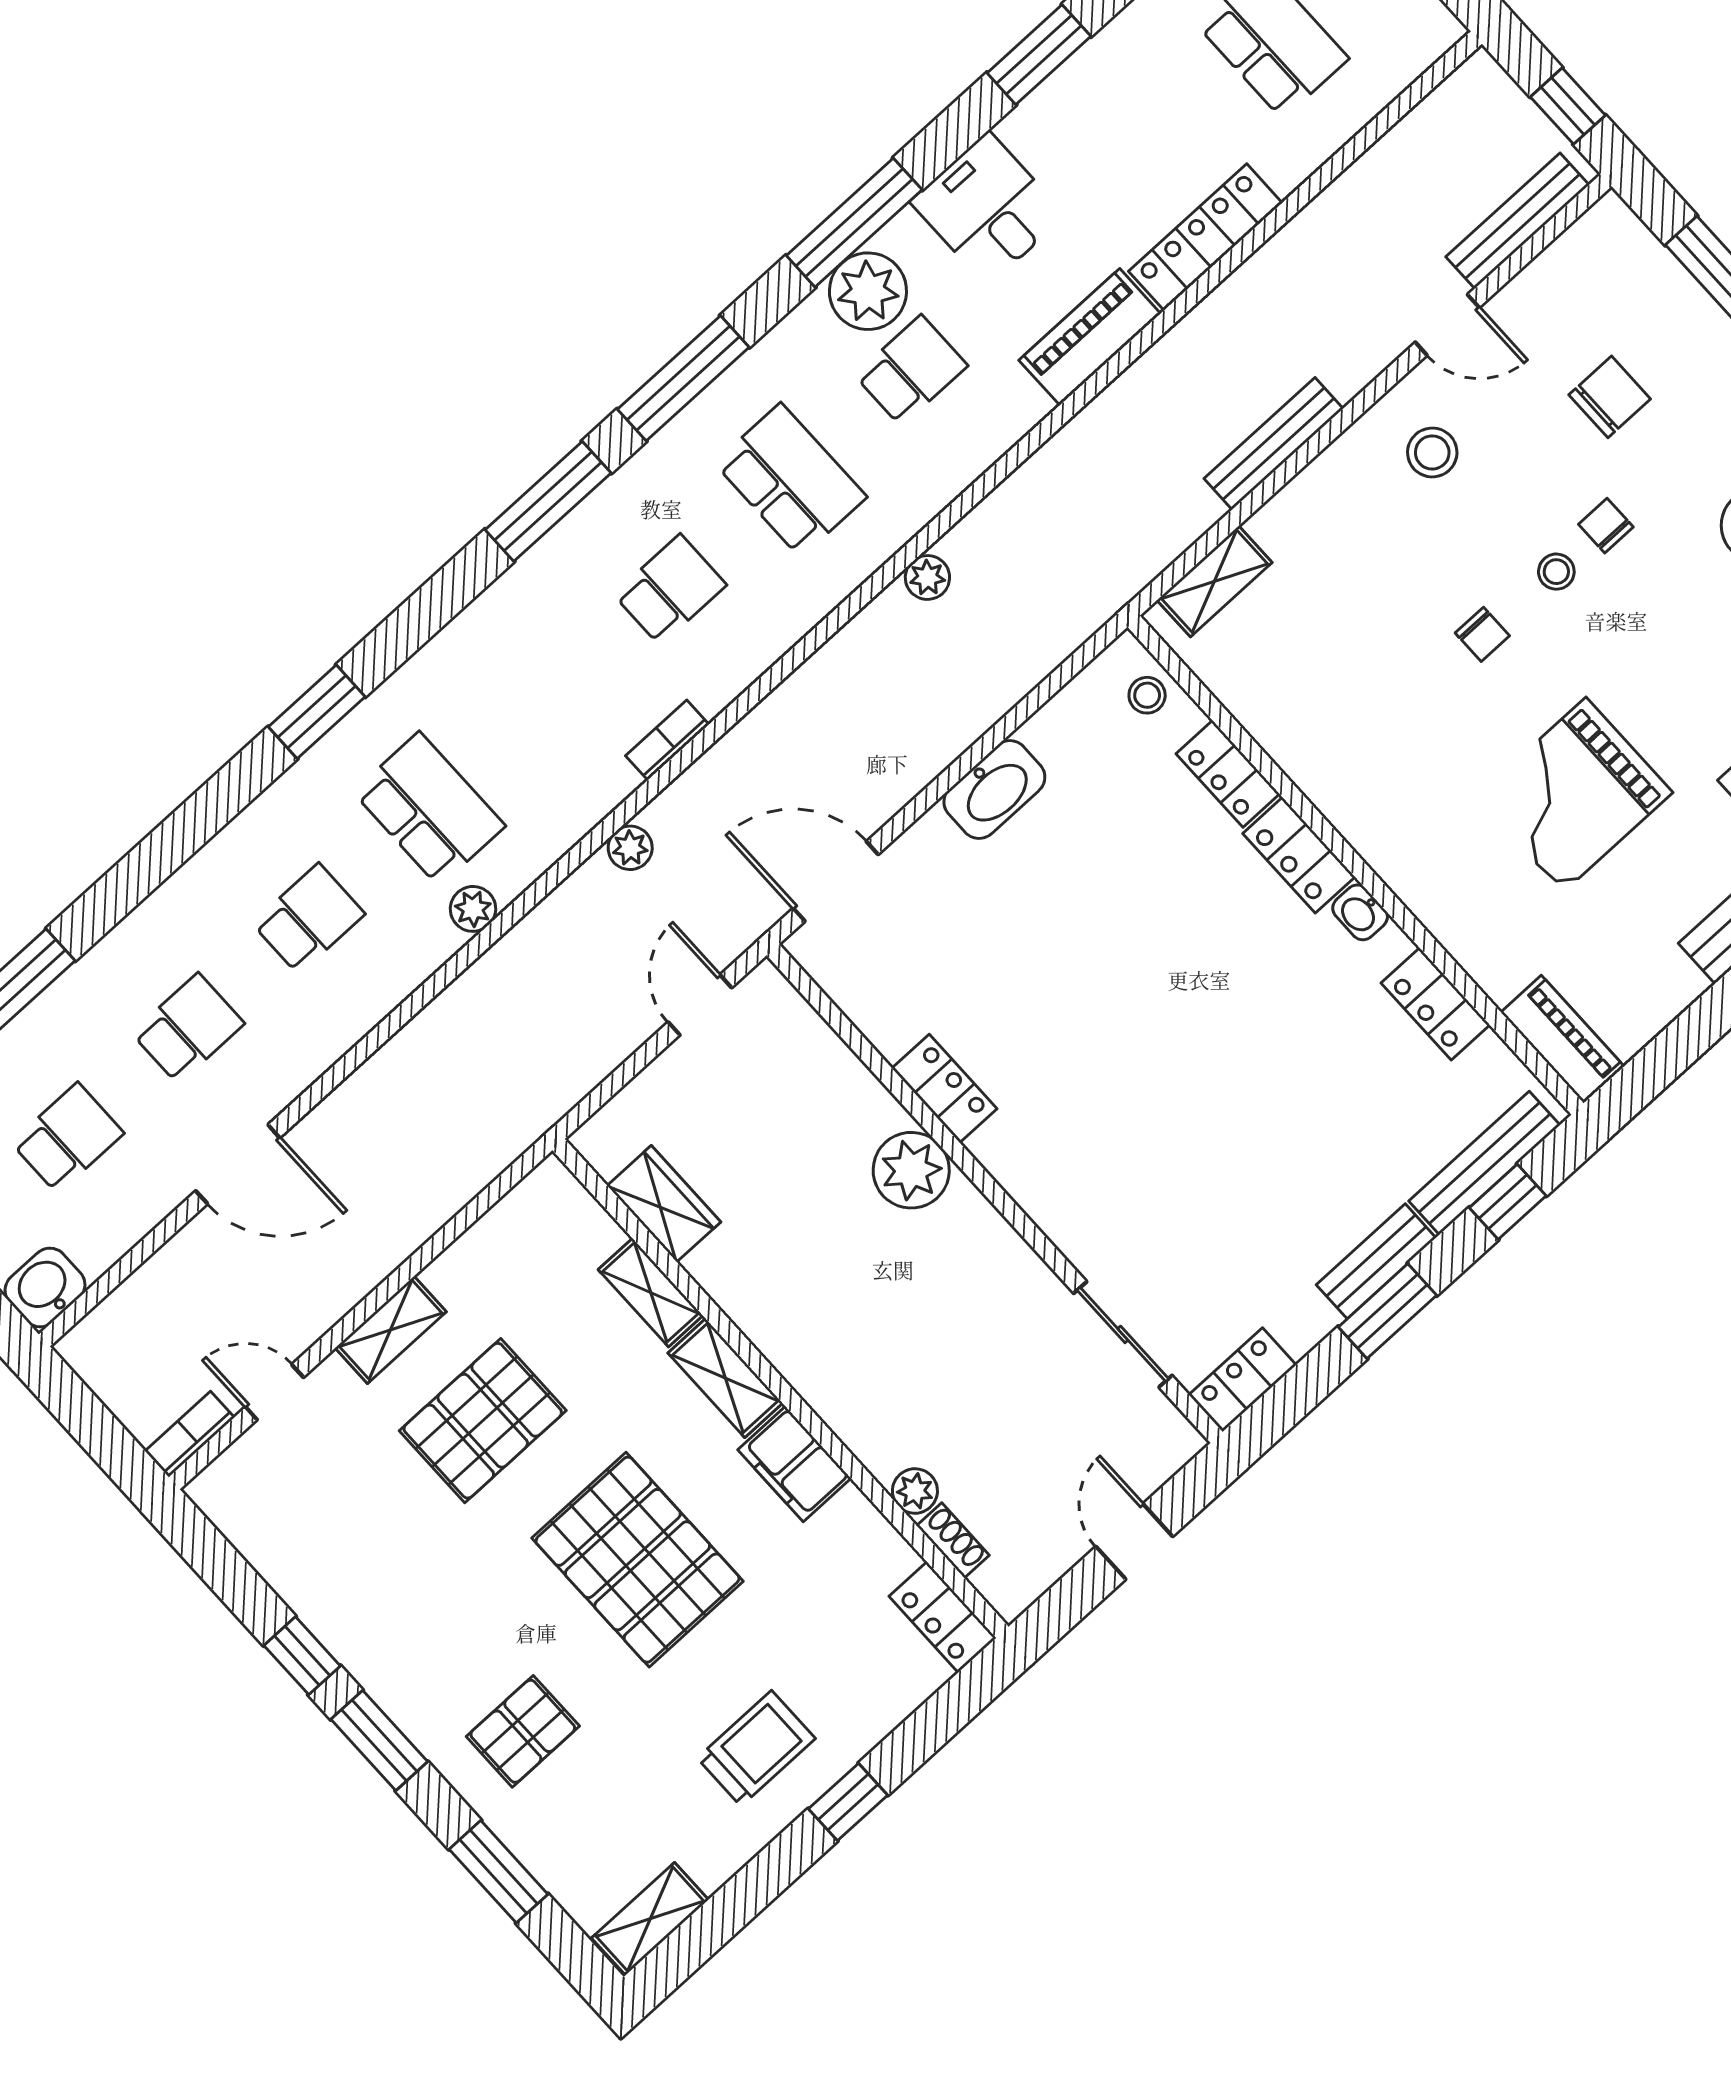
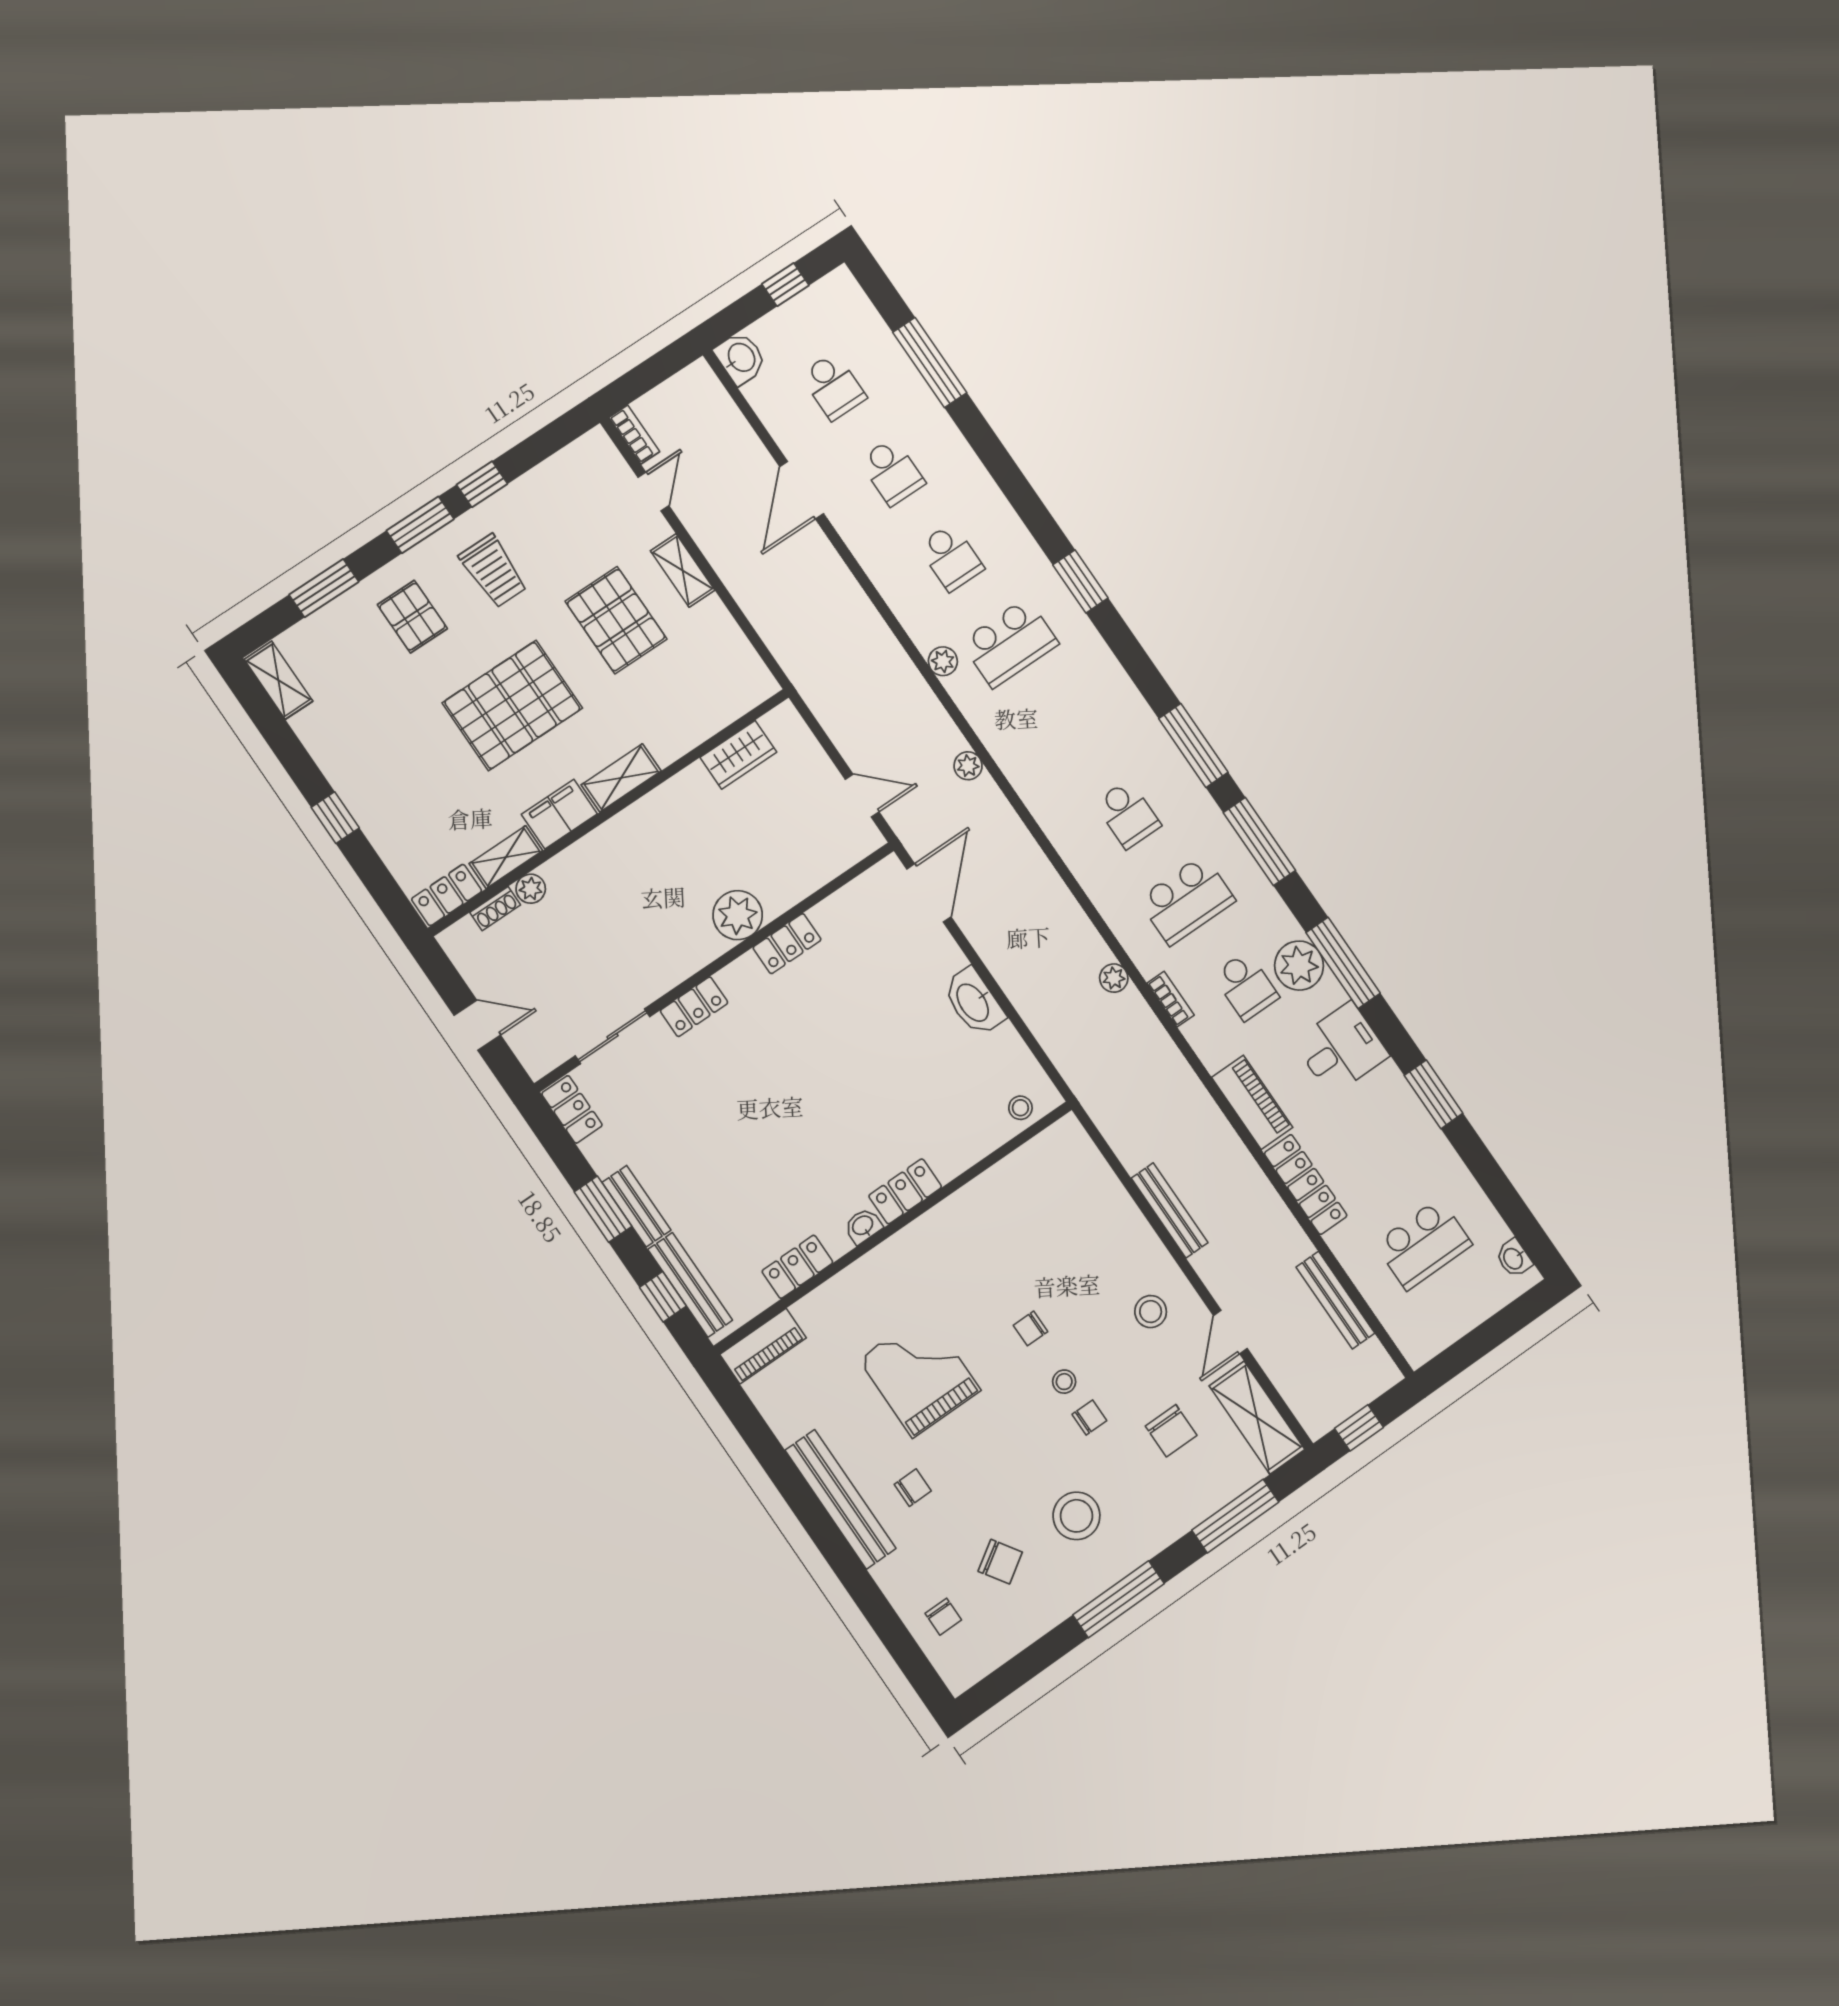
bench: (1517, 221) -> (1335, 1300), moved
shelving: (1214, 581) -> (1257, 1418), moved, width x1.50, depth x1.33
bookcase: (667, 740) -> (1171, 999), moved
locker: (1228, 774) -> (694, 1007), moved, turned 180
shelving: (651, 1292) -> (506, 857), moved
trolley: (756, 1748) -> (493, 571), moved

